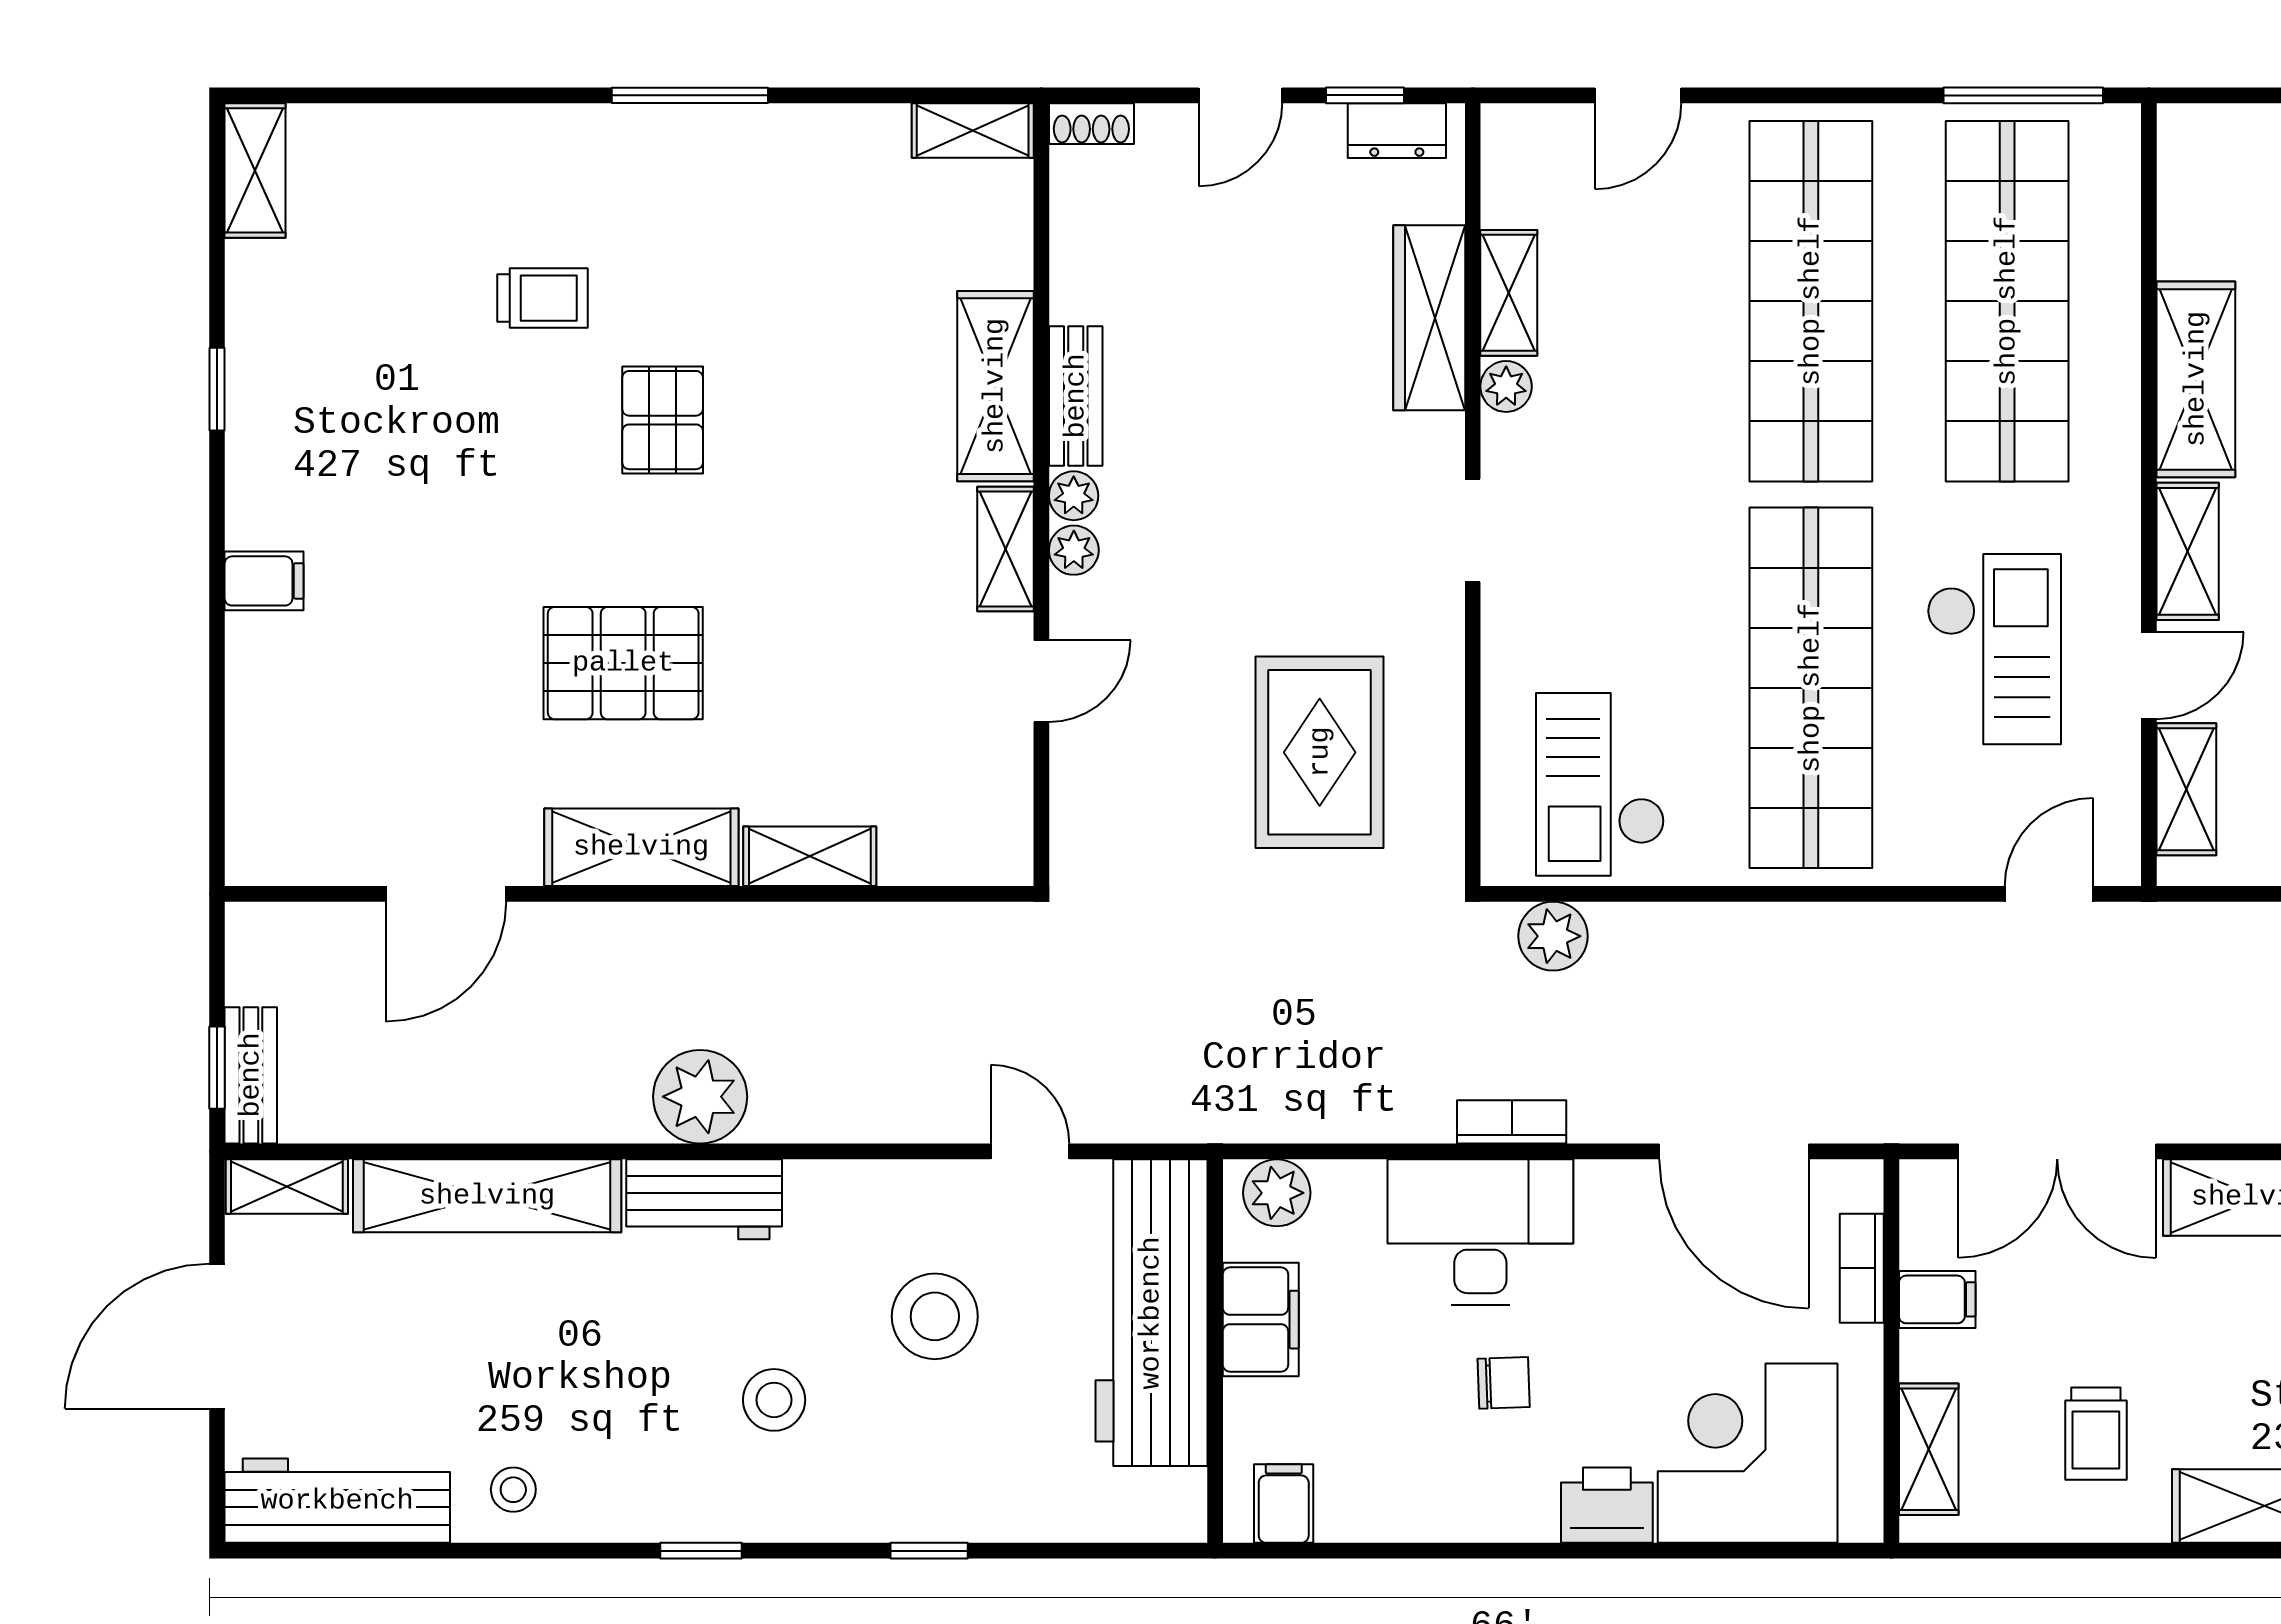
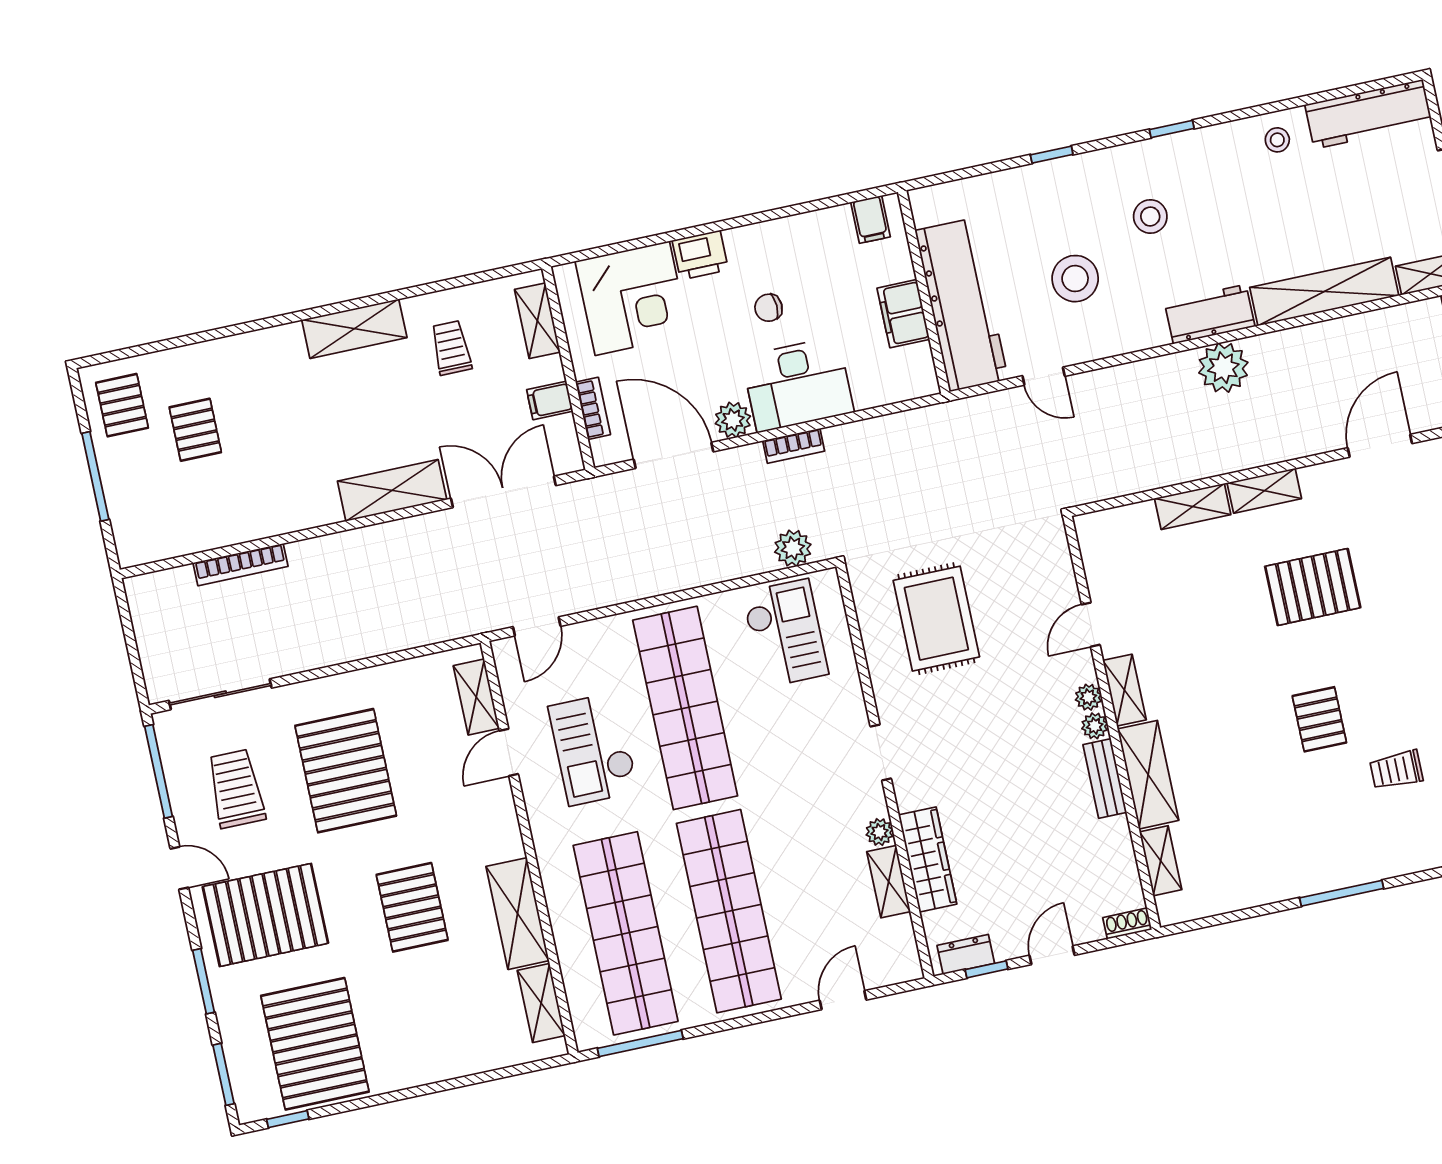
shelving: (973, 130) -> (1161, 861), moved, turned 90
shelving: (2188, 551) -> (541, 1003), moved
shelving: (641, 847) -> (1264, 491), width x0.67, depth x0.75
plant: (1277, 1193) -> (733, 420), moved

